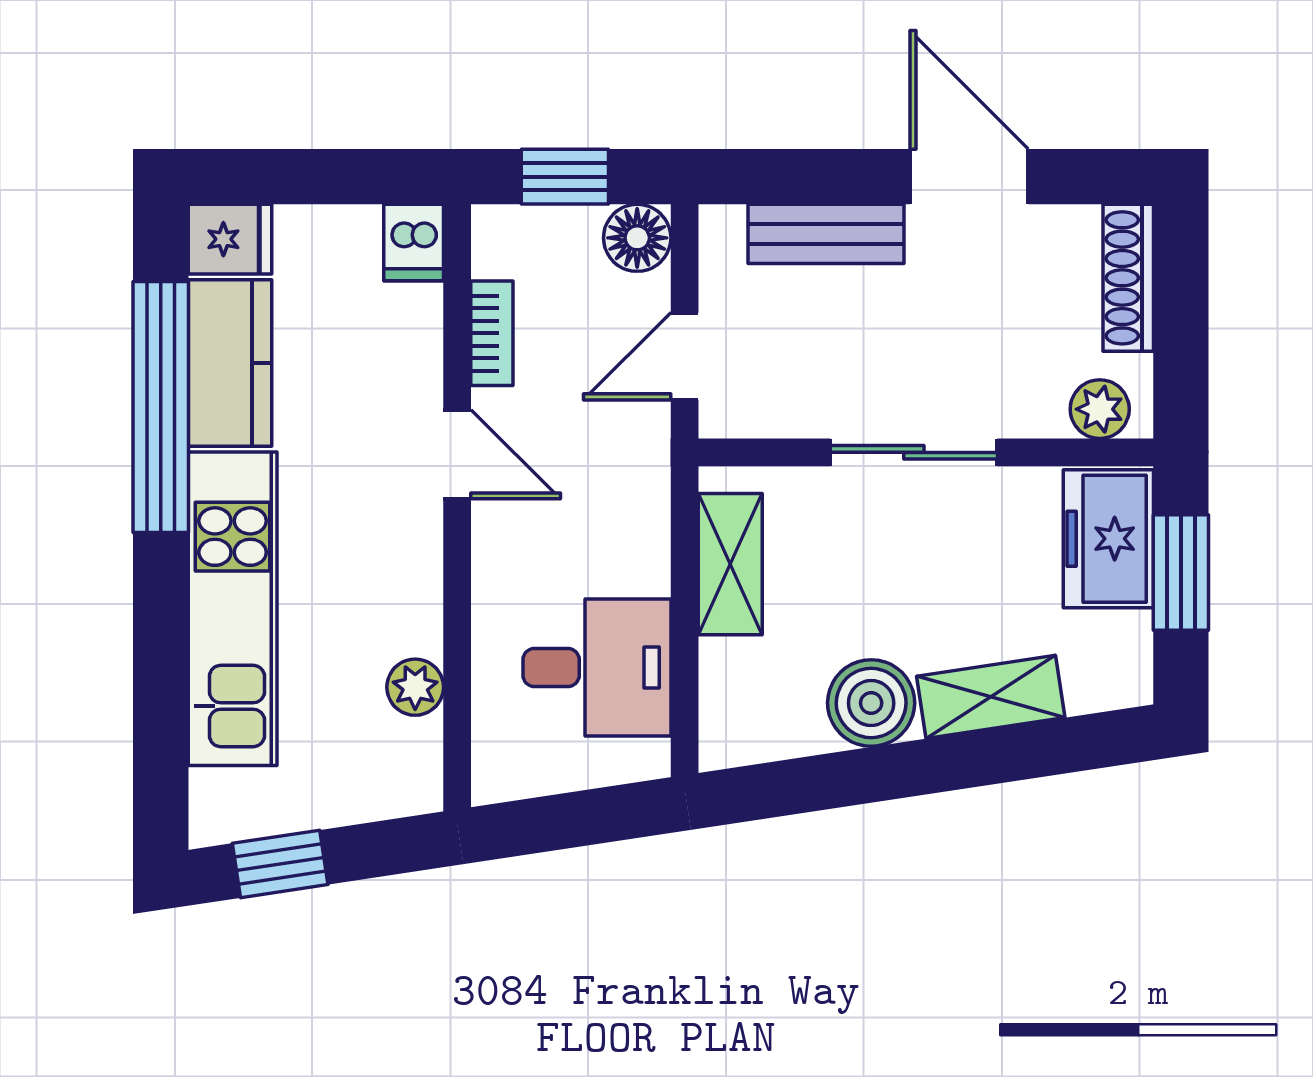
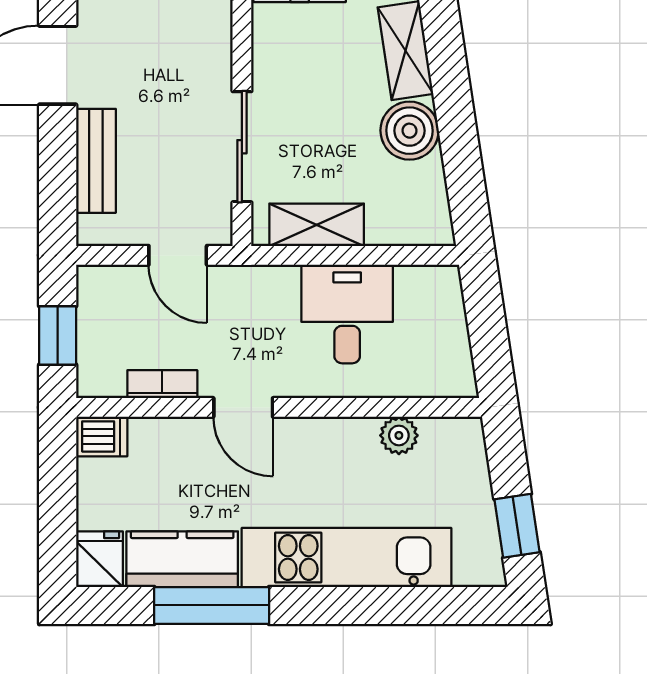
floor lamp: (637, 238) -> (99, 287), removed
window: (161, 407) -> (212, 605), width x0.68
sliding door: (914, 452) -> (242, 147), moved
door: (457, 454) -> (243, 407), swing flipped
desk: (597, 668) -> (347, 314), moved

